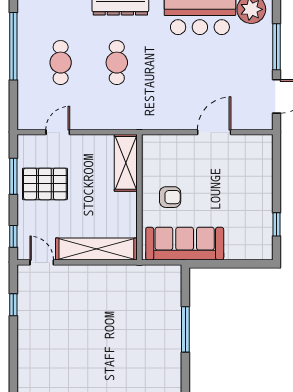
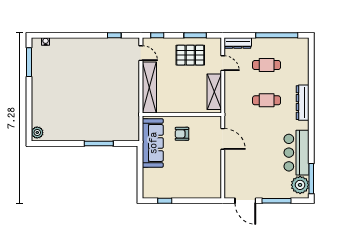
dresser: (26, 108) -> (238, 43), added
door: (214, 132) -> (223, 139), moved
shelving: (126, 163) -> (214, 92), moved, turned 90
pallet: (45, 184) -> (190, 55), turned 90
armchair: (170, 197) -> (182, 134), turned 90
door: (42, 262) -> (141, 53), hinge flipped

